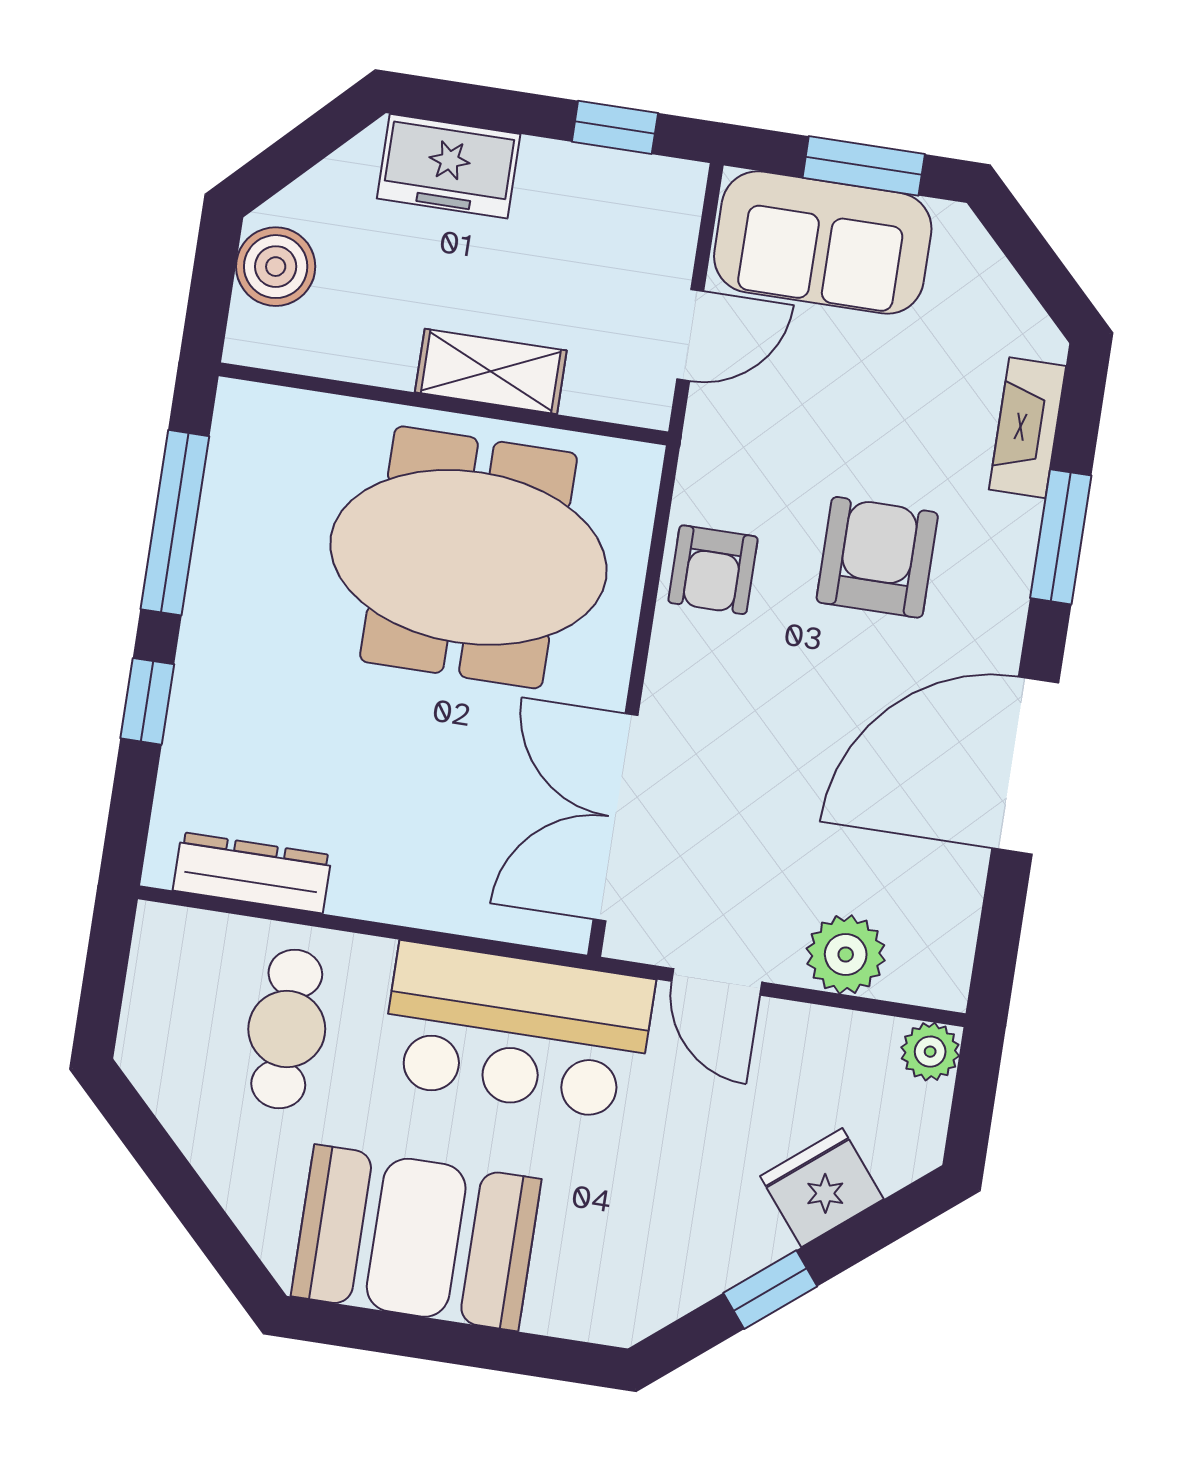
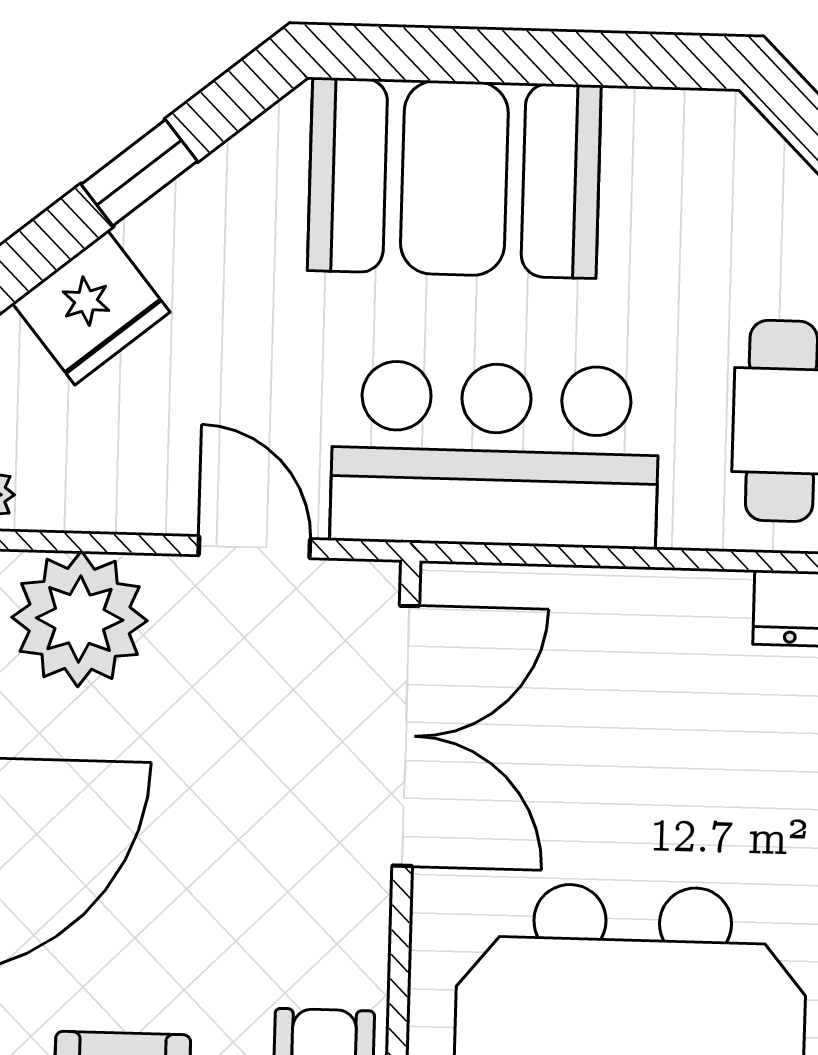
plant: (846, 954) -> (80, 619), width x1.36, depth x1.36
booth: (416, 1238) -> (454, 178), moved

